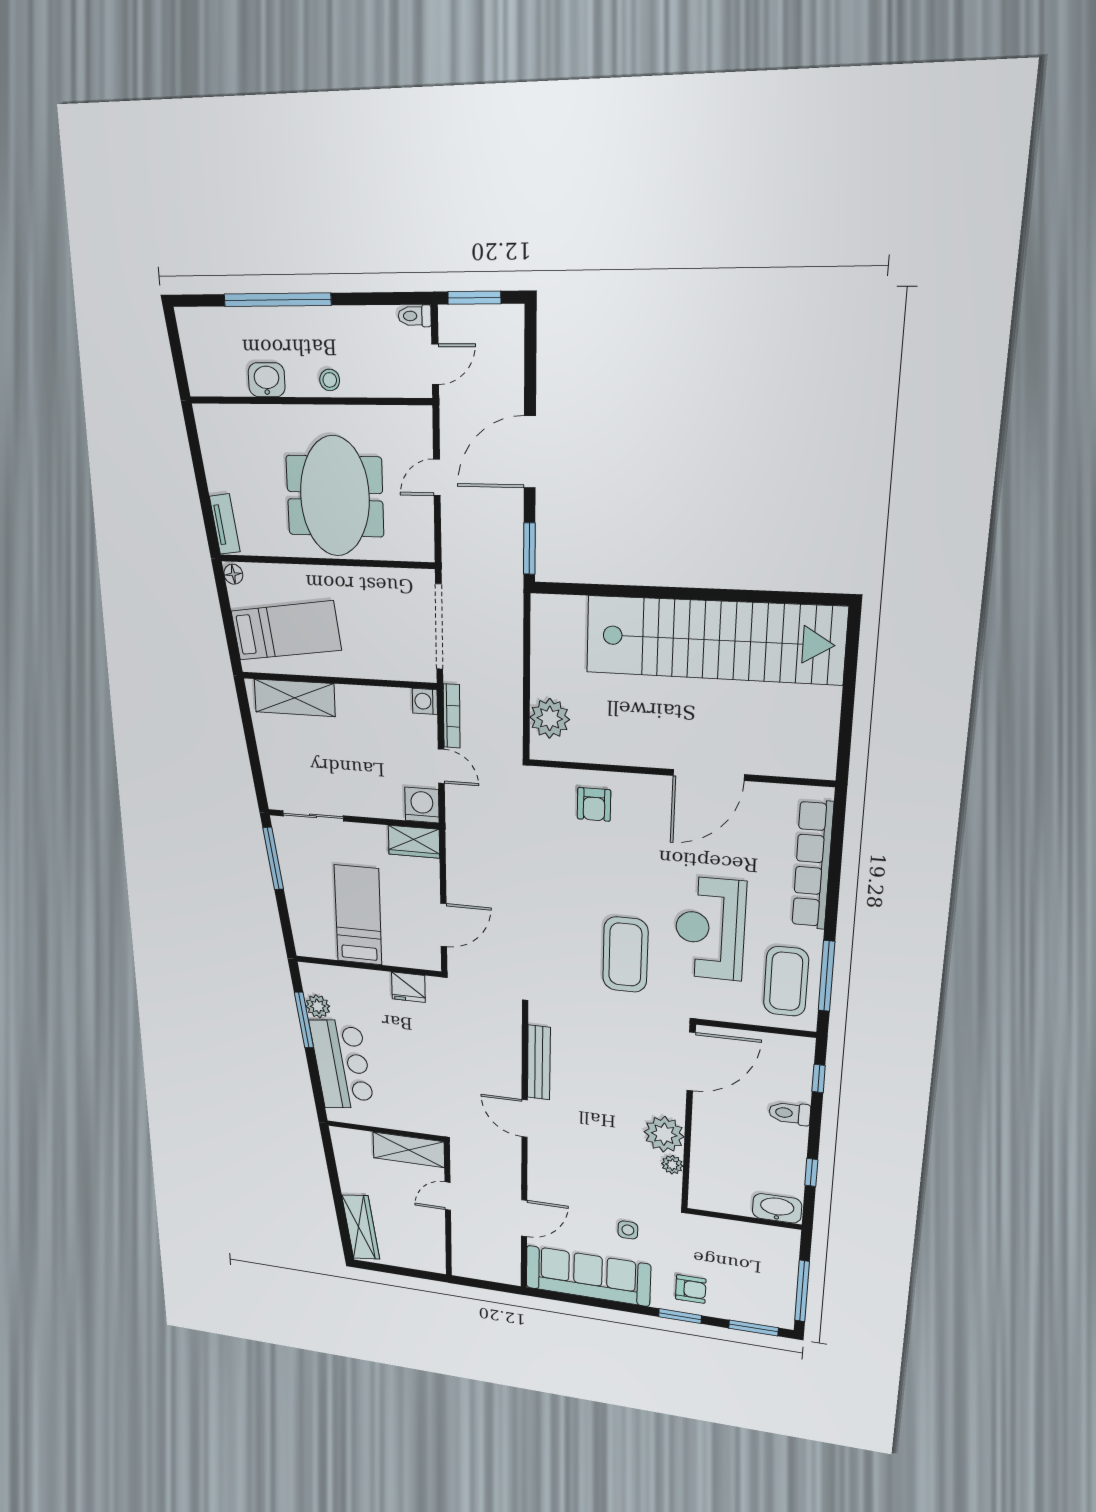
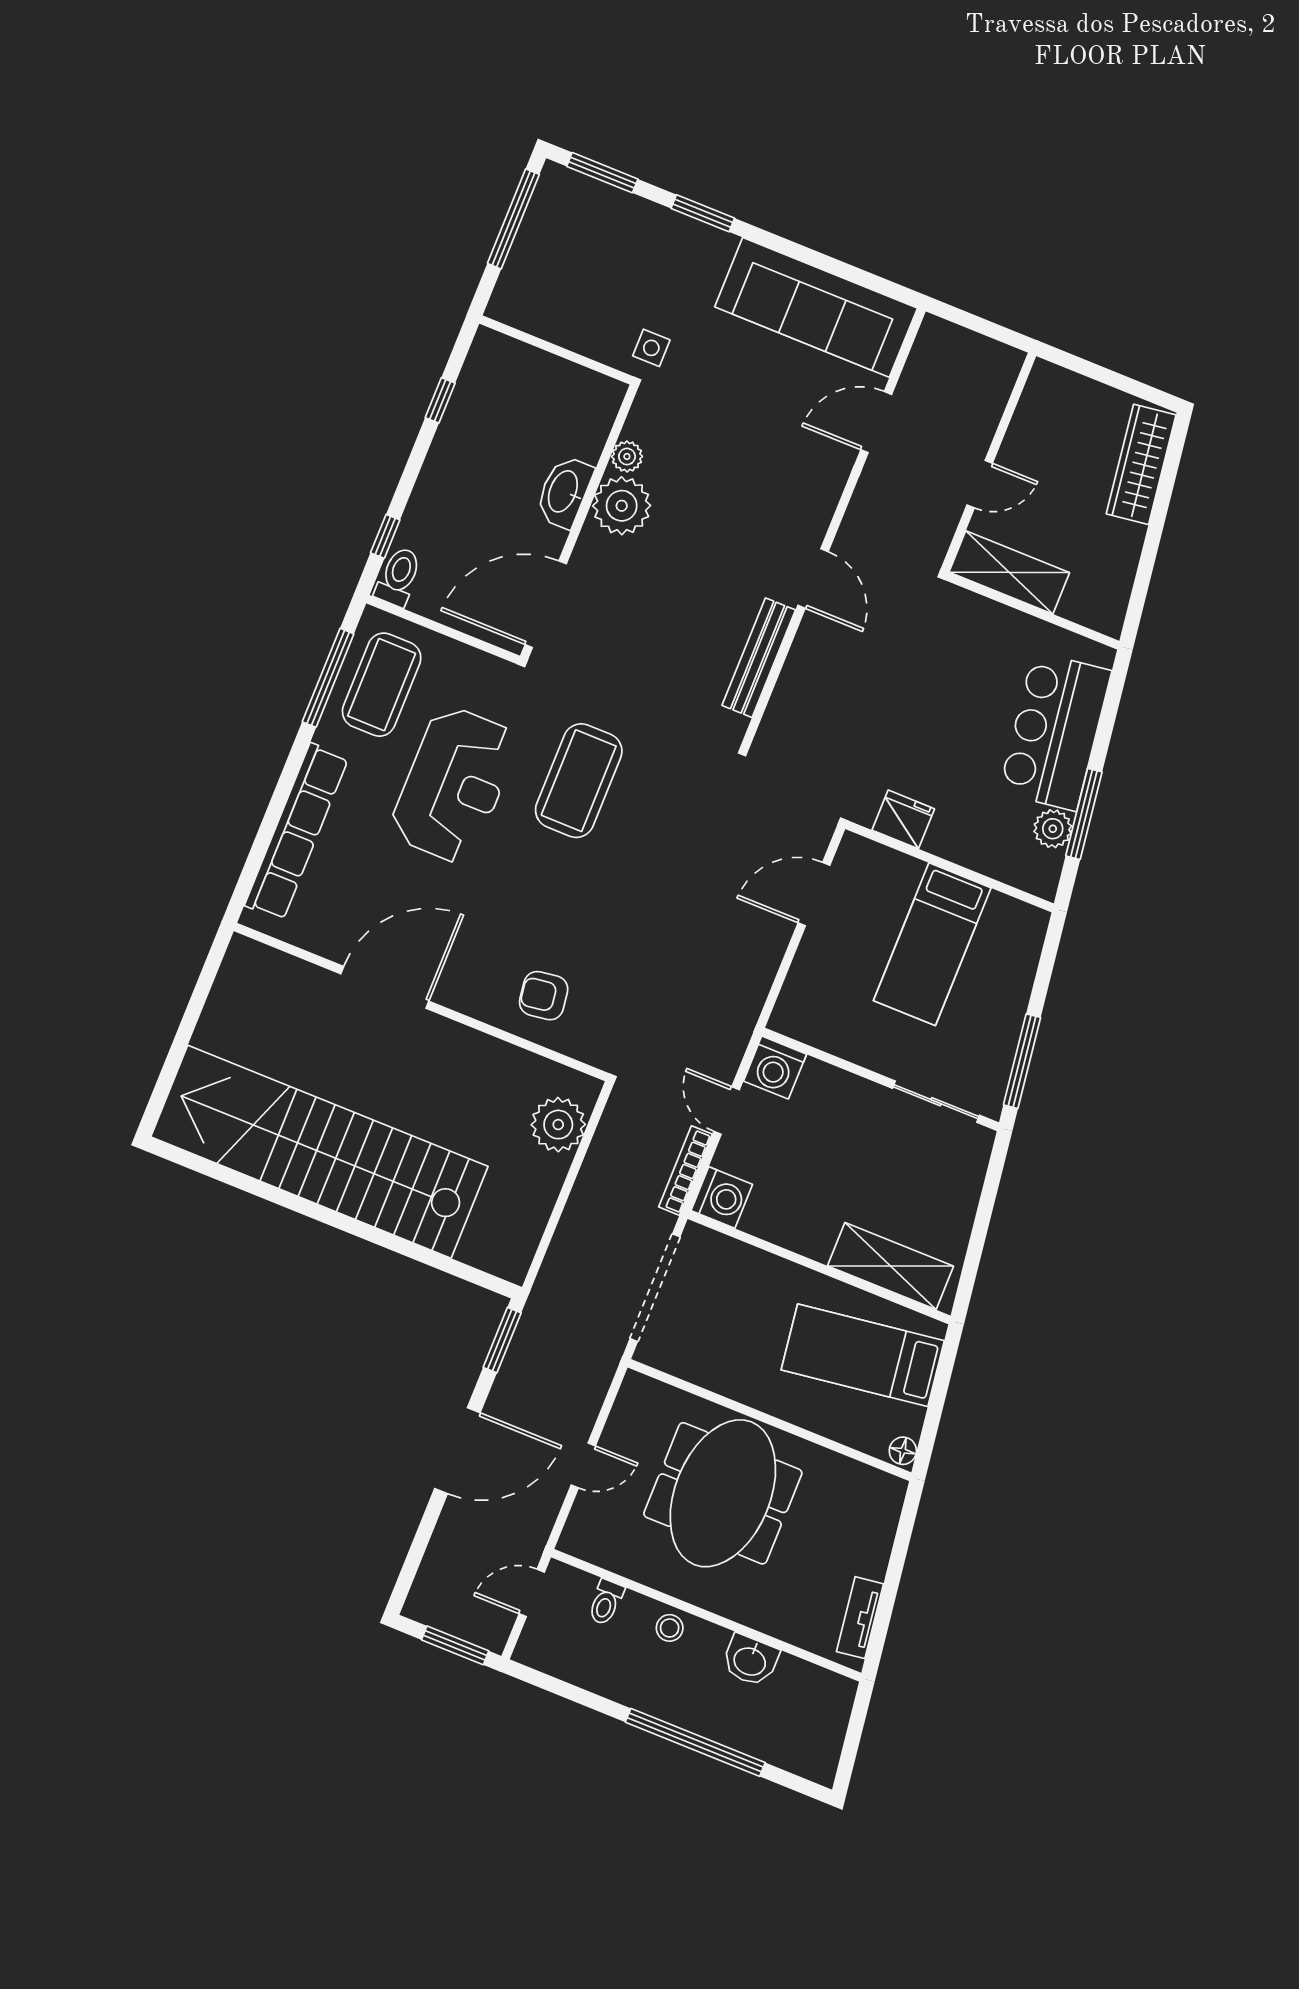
toilet: (415, 316) -> (606, 1602), moved, turned 90
tv unit: (225, 524) -> (860, 1618), moved
washing machine: (425, 701) -> (722, 1198), width x1.38, depth x1.38
armchair: (594, 804) -> (544, 996), turned -98
wardrobe: (414, 842) -> (807, 1022), removed
toilet: (790, 1113) -> (398, 577), moved, turned -90
washbasin: (777, 1208) -> (564, 492), moved, turned 90
side table: (628, 1230) -> (651, 348), moved
armchair: (691, 1289) -> (671, 254), removed

